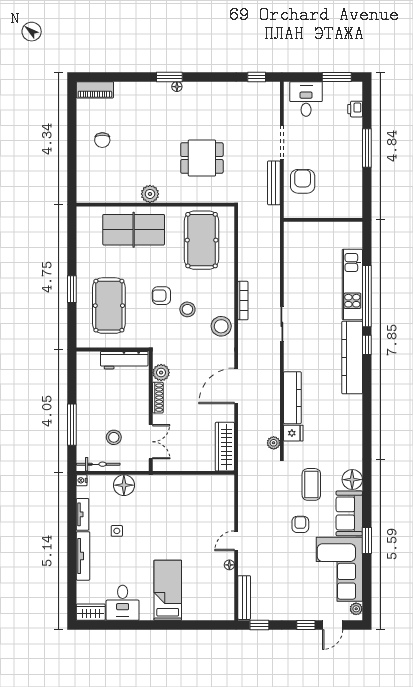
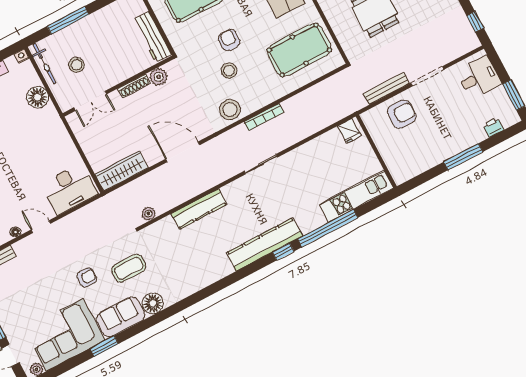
kitchen unit: (352, 284) -> (356, 196), moved
fridge: (293, 433) -> (349, 131), moved
desk: (217, 499) -> (69, 189), added

